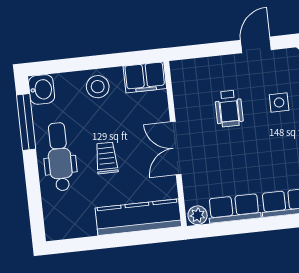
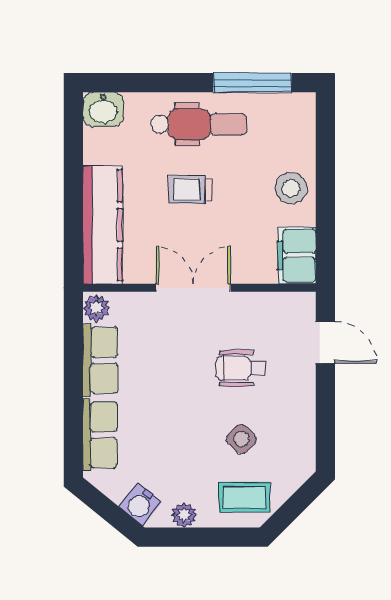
door: (256, 45) -> (325, 343), moved
washbasin: (42, 89) -> (103, 109), moved
side table: (279, 102) -> (241, 439), turned 45
trolley: (106, 158) -> (190, 190), turned 180

